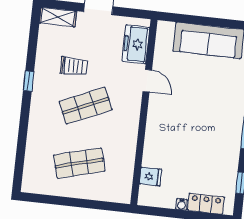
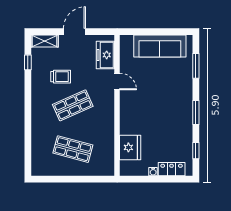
window: (29, 81) -> (28, 62), moved
shop shelf: (79, 163) -> (73, 149), turned 30
fridge: (151, 177) -> (130, 147), width x1.88, depth x1.34

